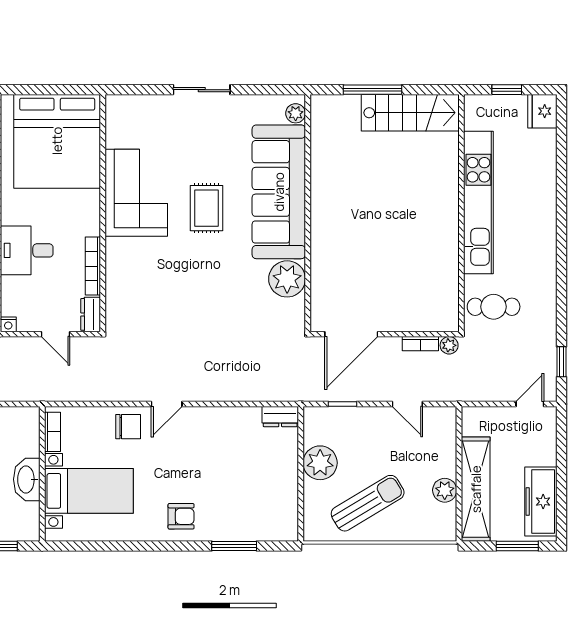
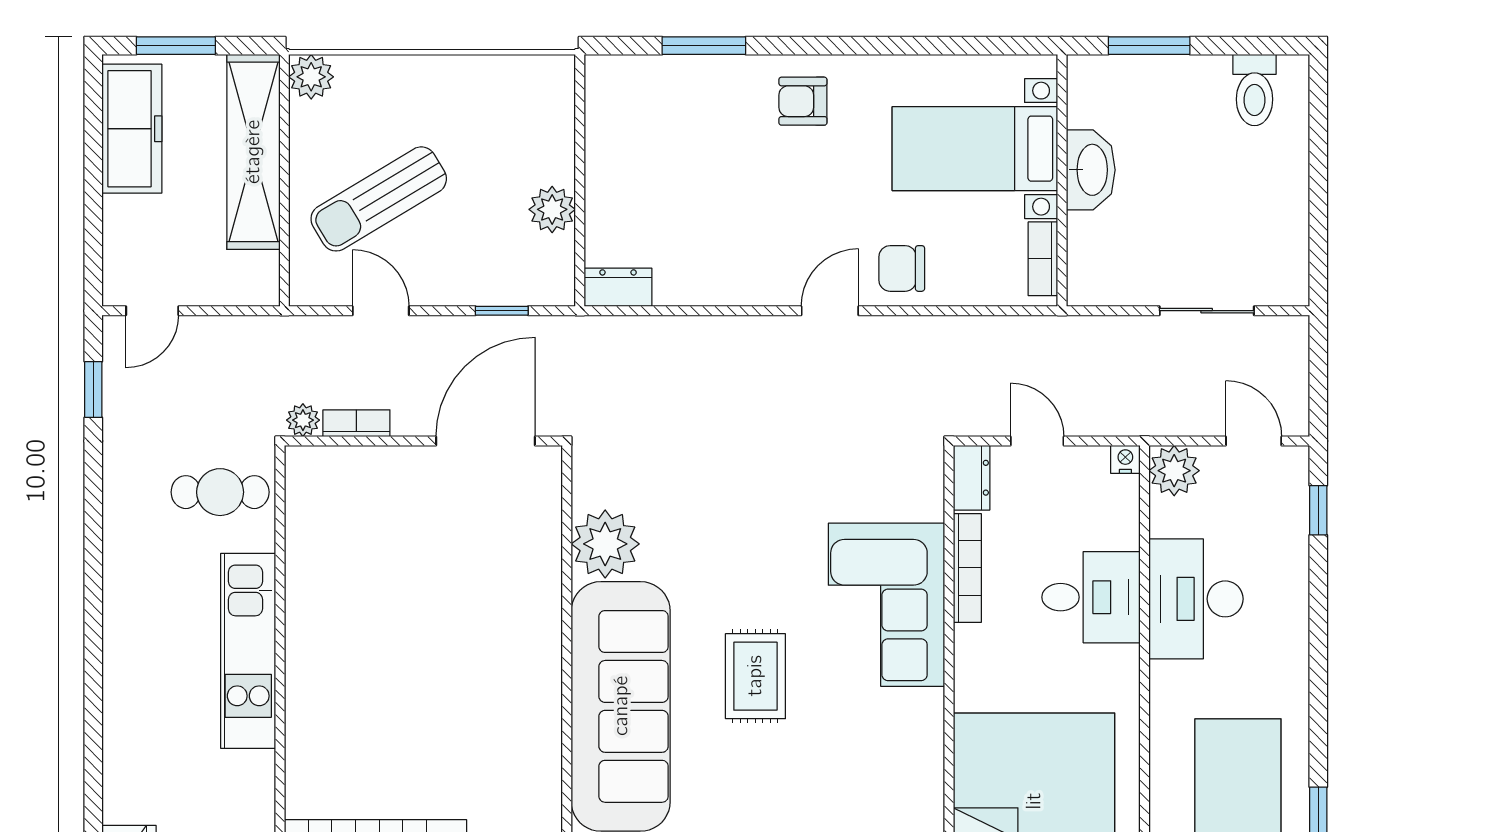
corner sofa: (136, 193) -> (886, 605), moved
kitchen unit: (478, 203) -> (248, 651), width x0.73
plant: (320, 463) -> (552, 209), width x0.73, depth x0.73
plant: (445, 490) -> (311, 77), moved
sun lounger: (368, 503) -> (379, 199), moved

